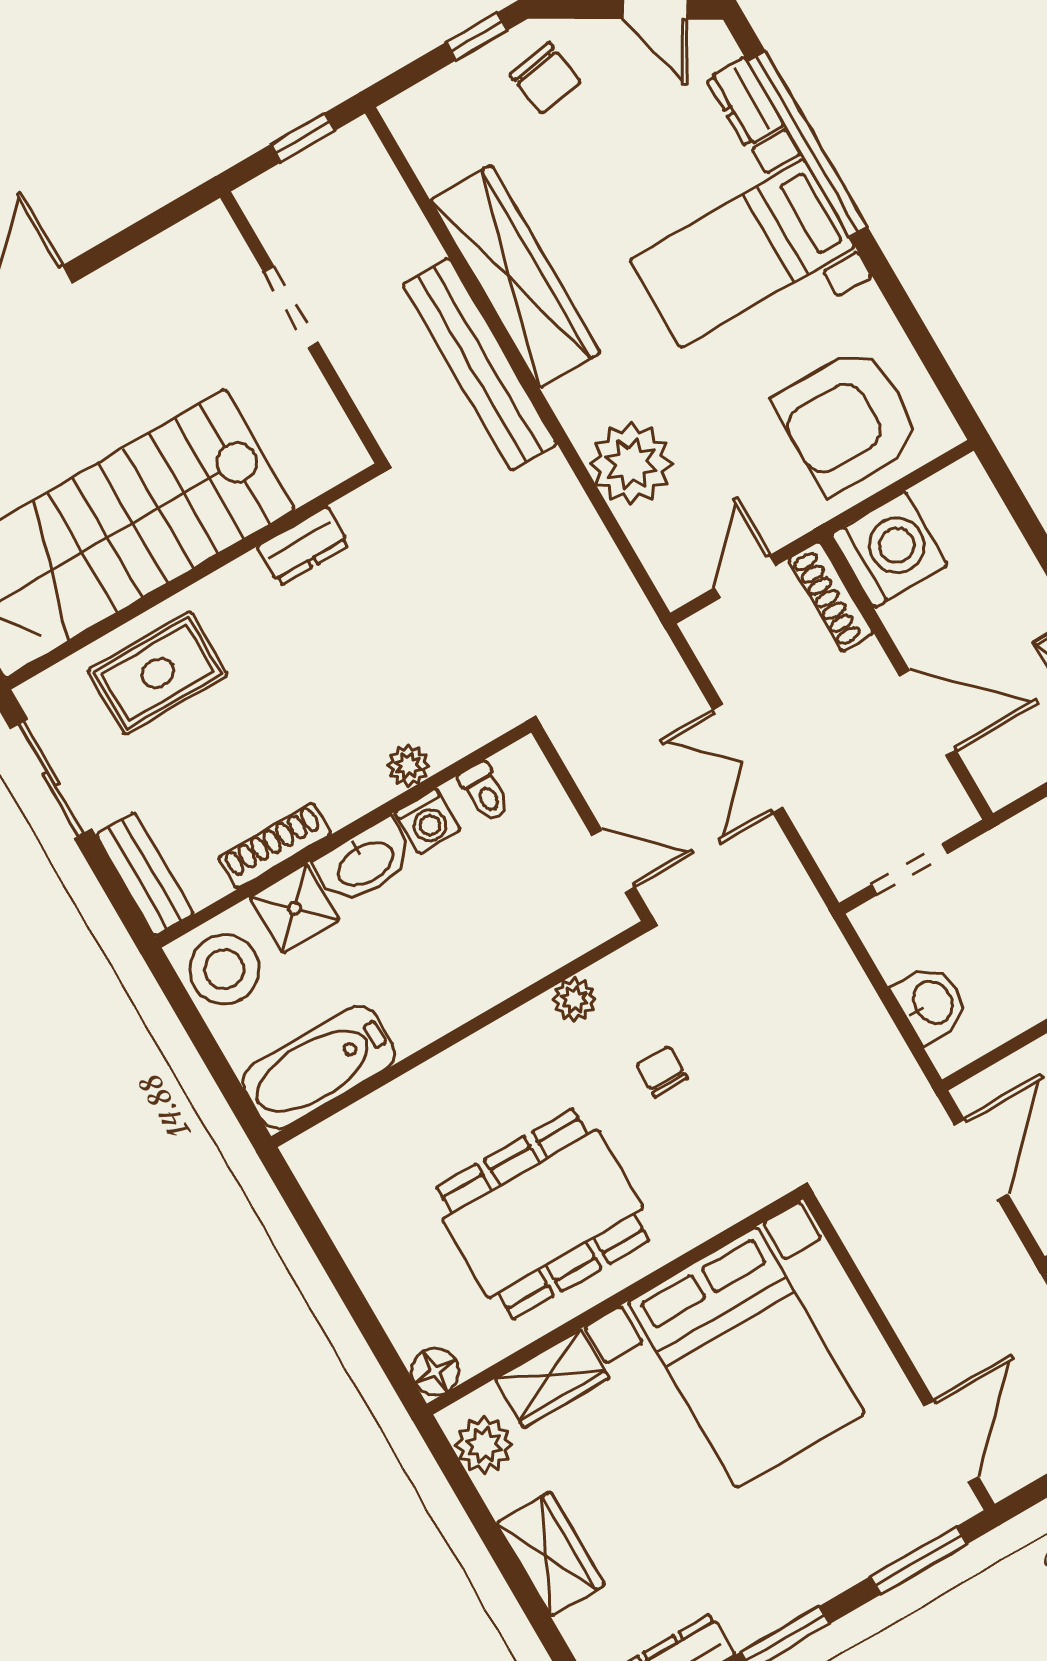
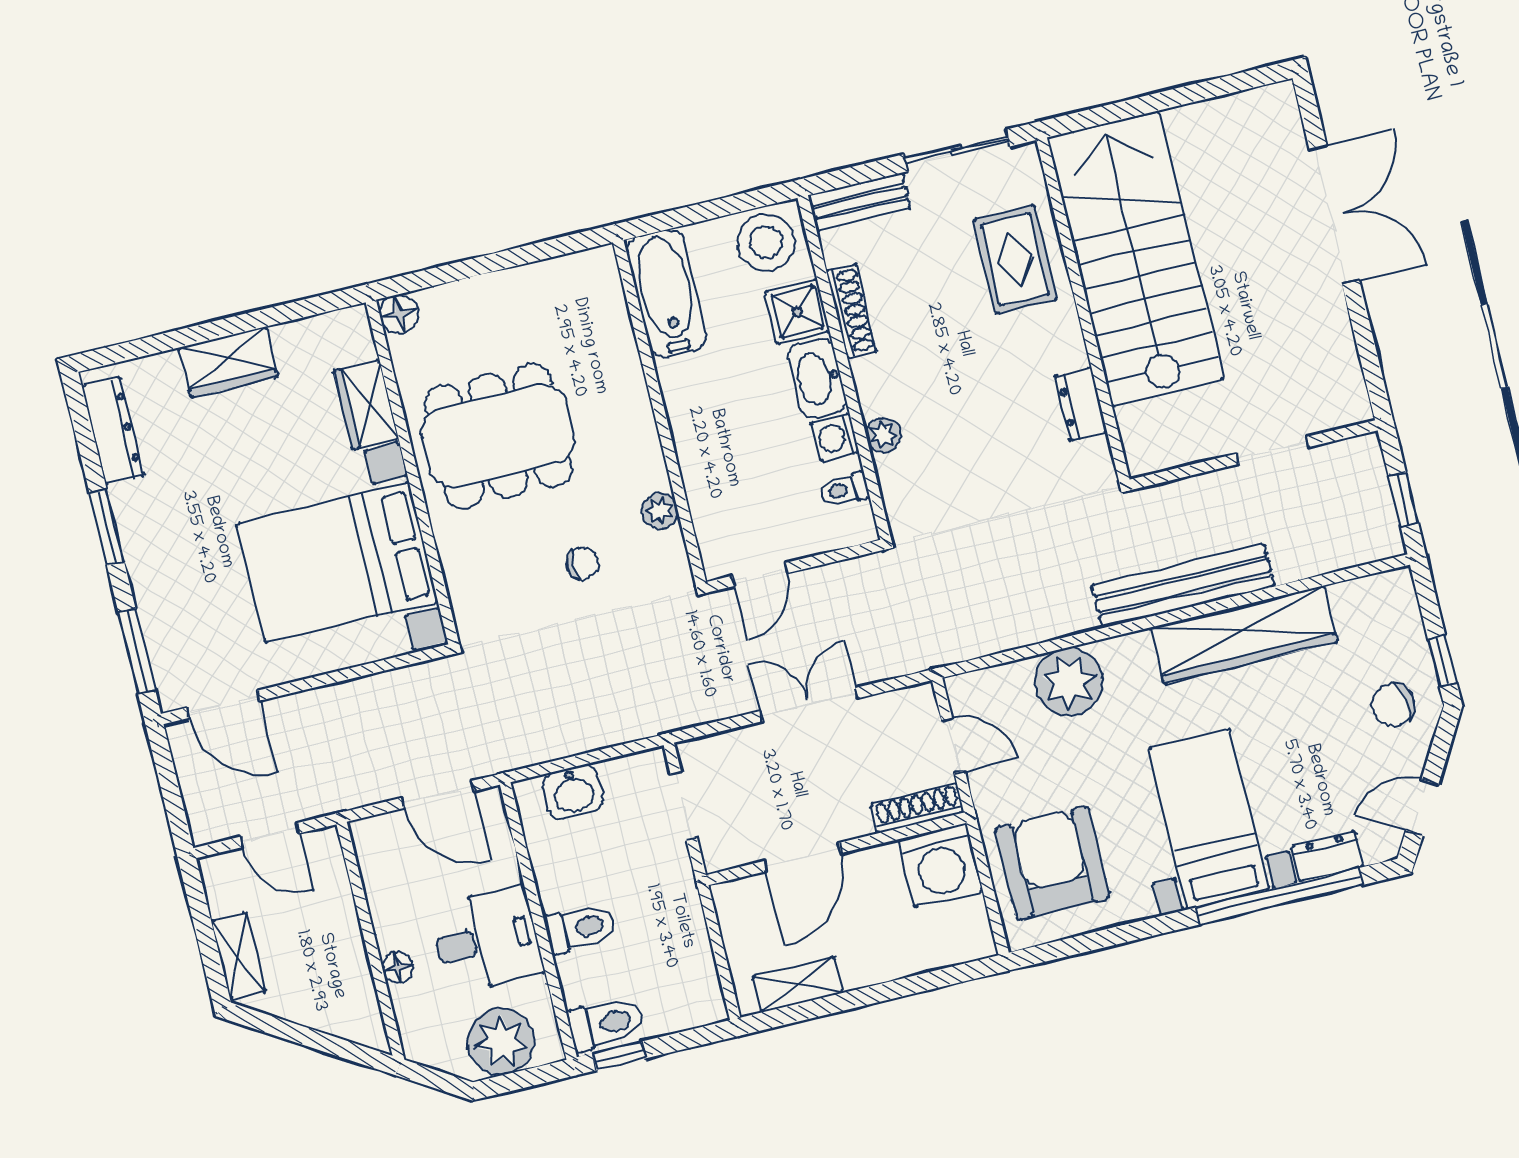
dining table: (543, 1214) -> (498, 436), turned 90
plant: (484, 1445) -> (330, 335), removed

